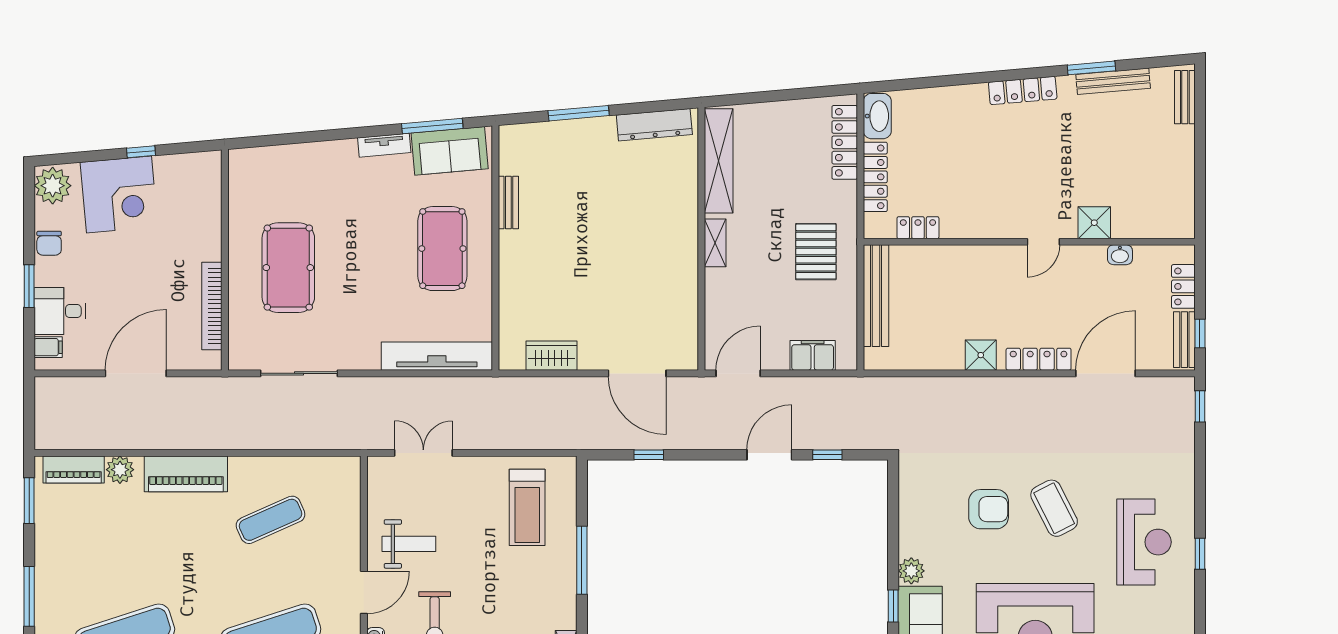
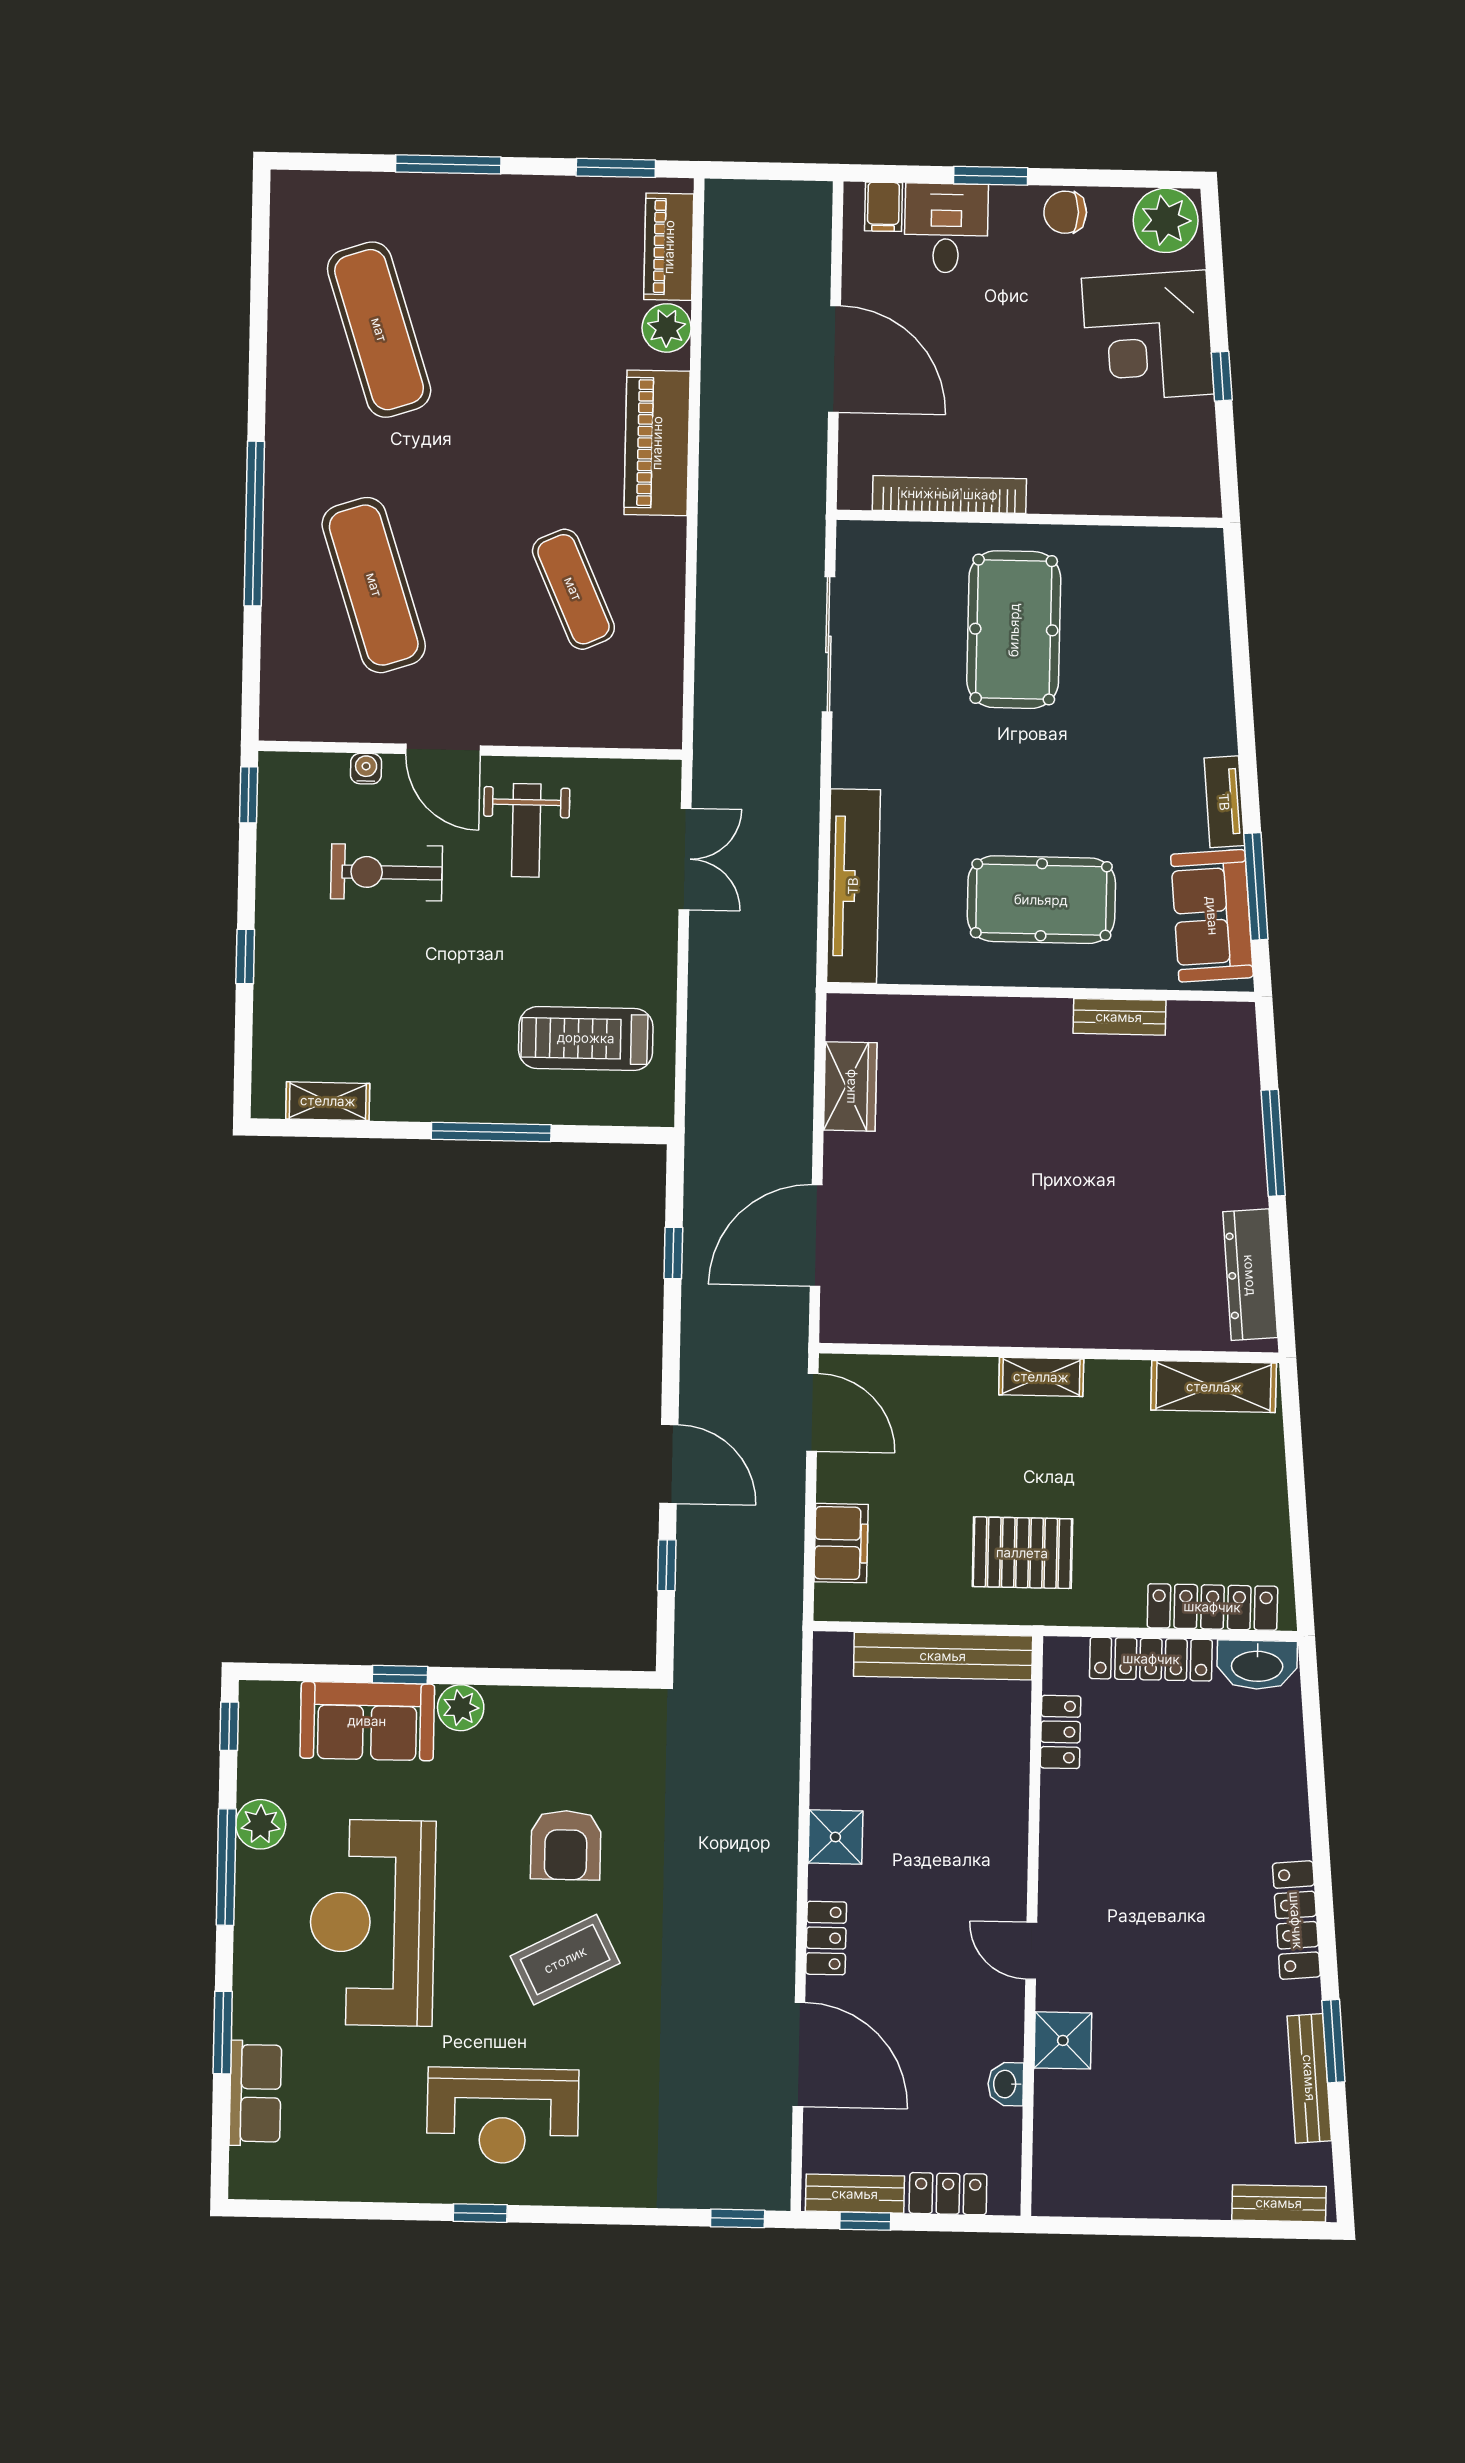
shelving: (719, 161) -> (1214, 1387), width x0.68
pool table: (288, 268) -> (1014, 630), turned 90
locker: (1039, 359) -> (826, 1938), width x0.66

